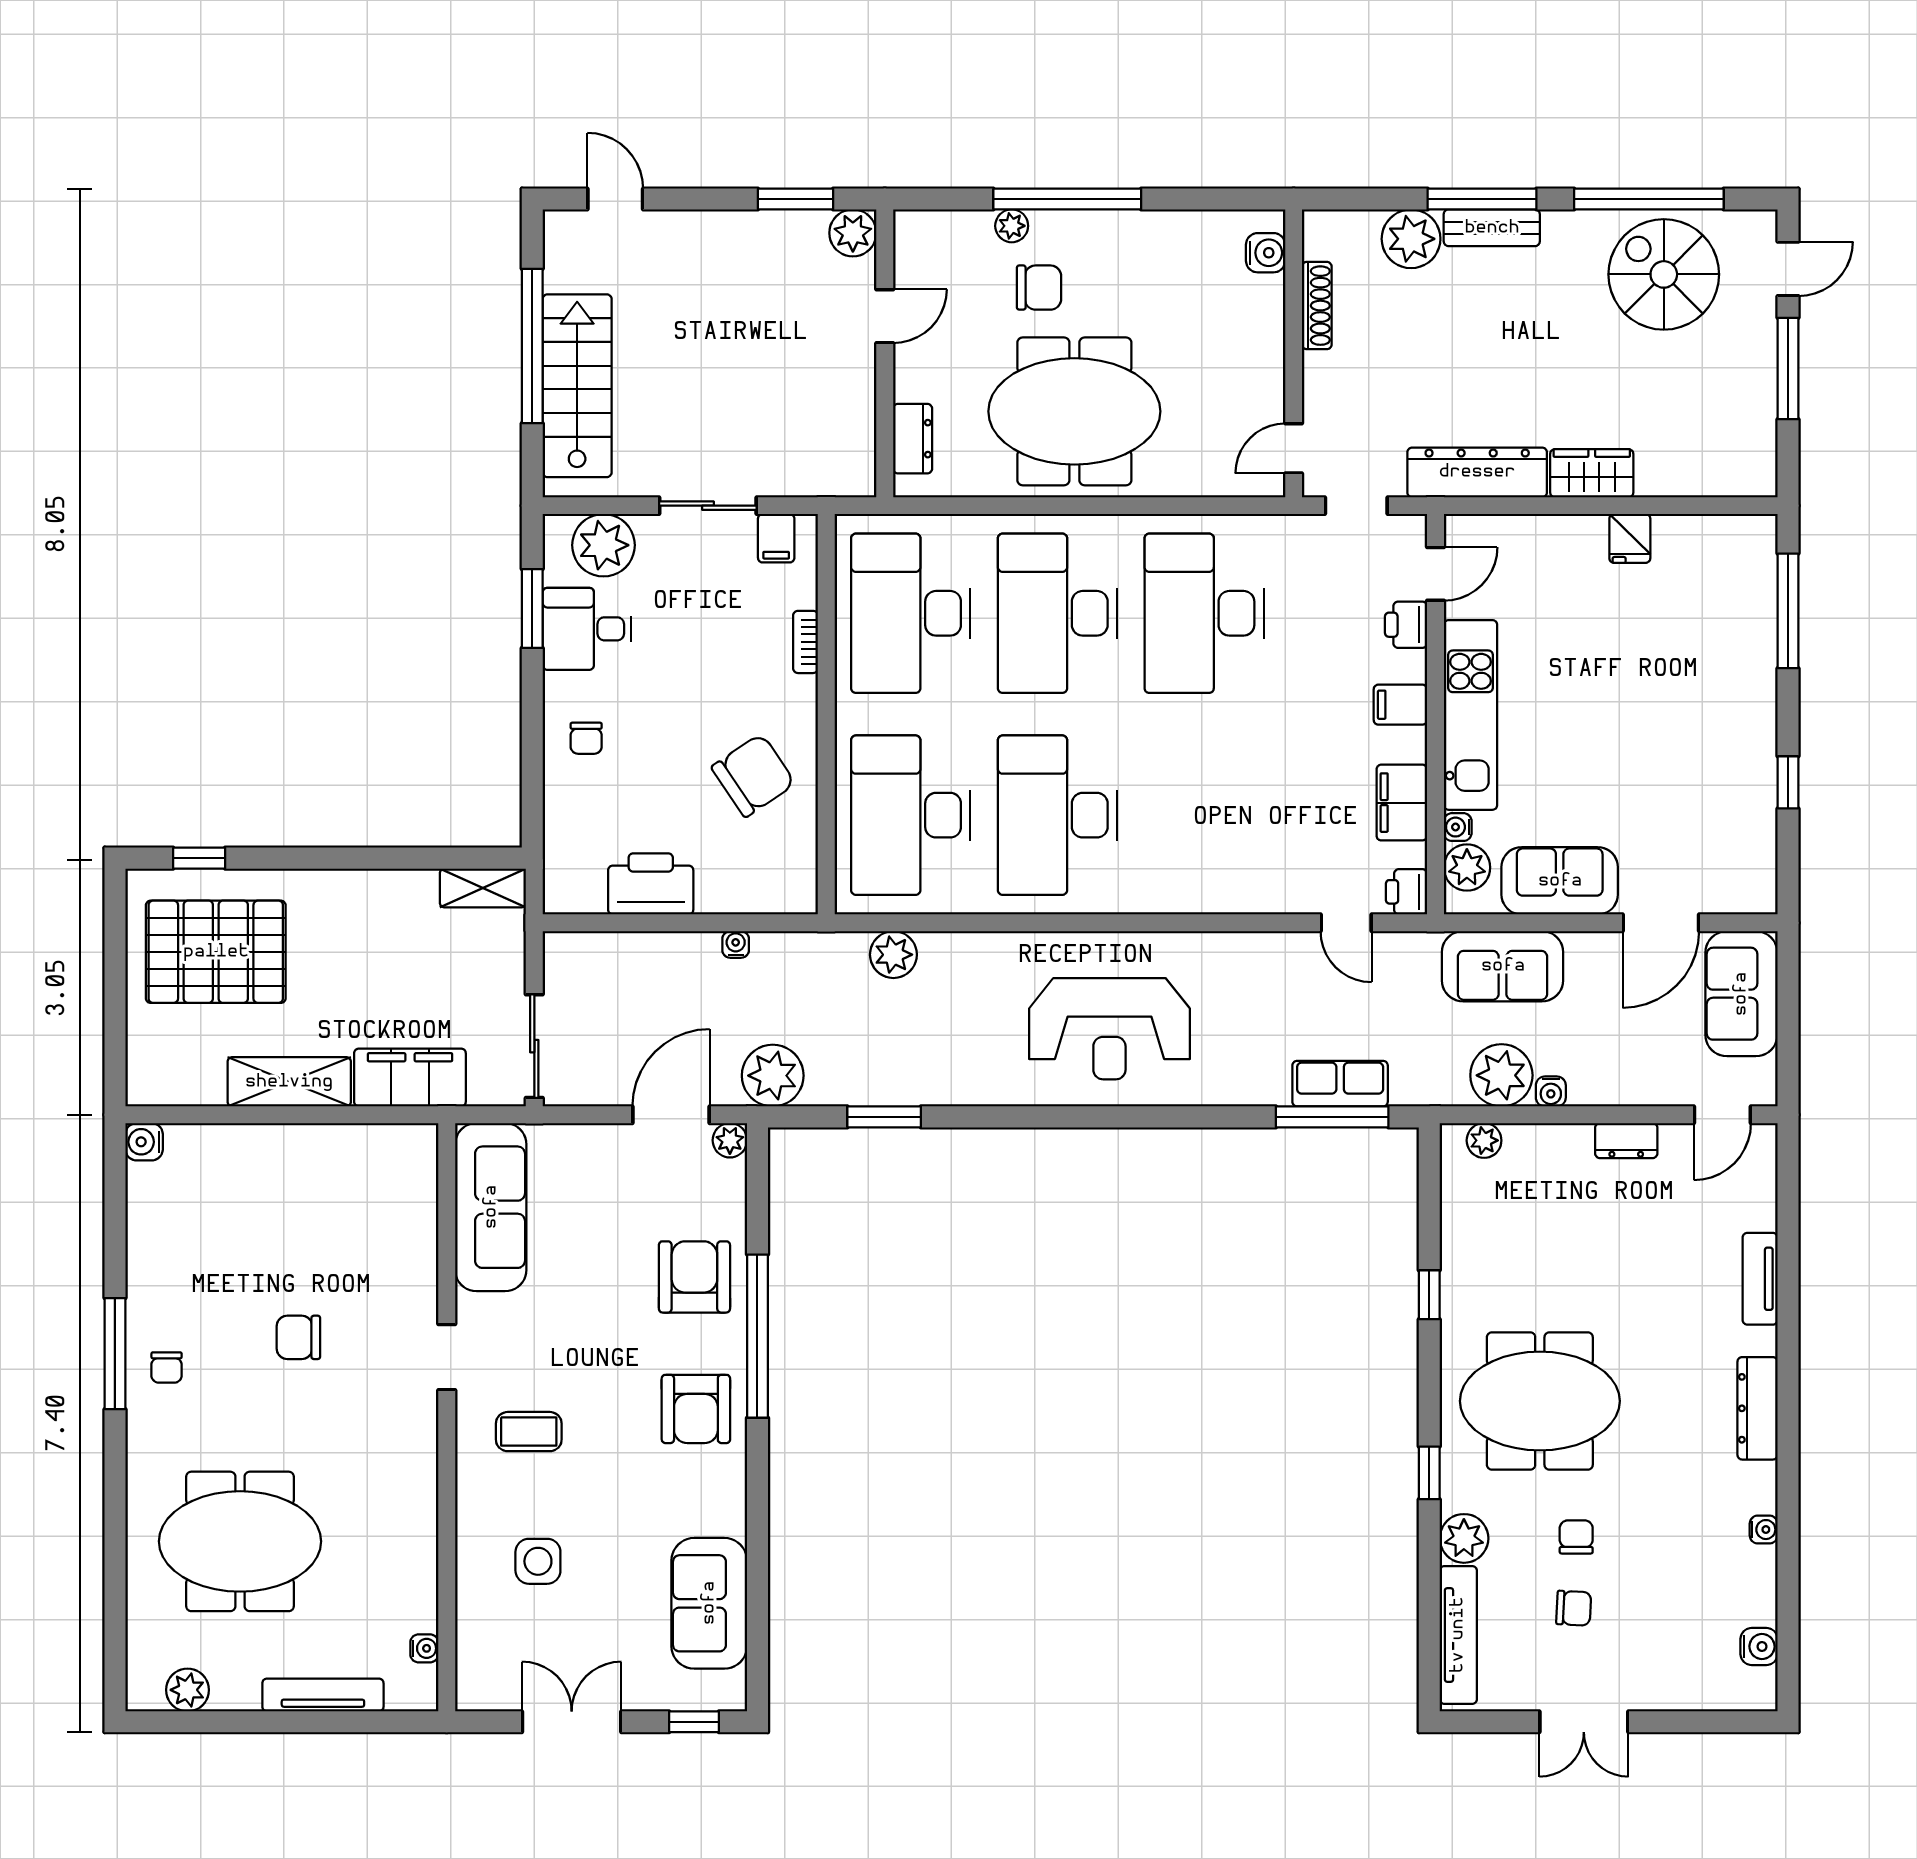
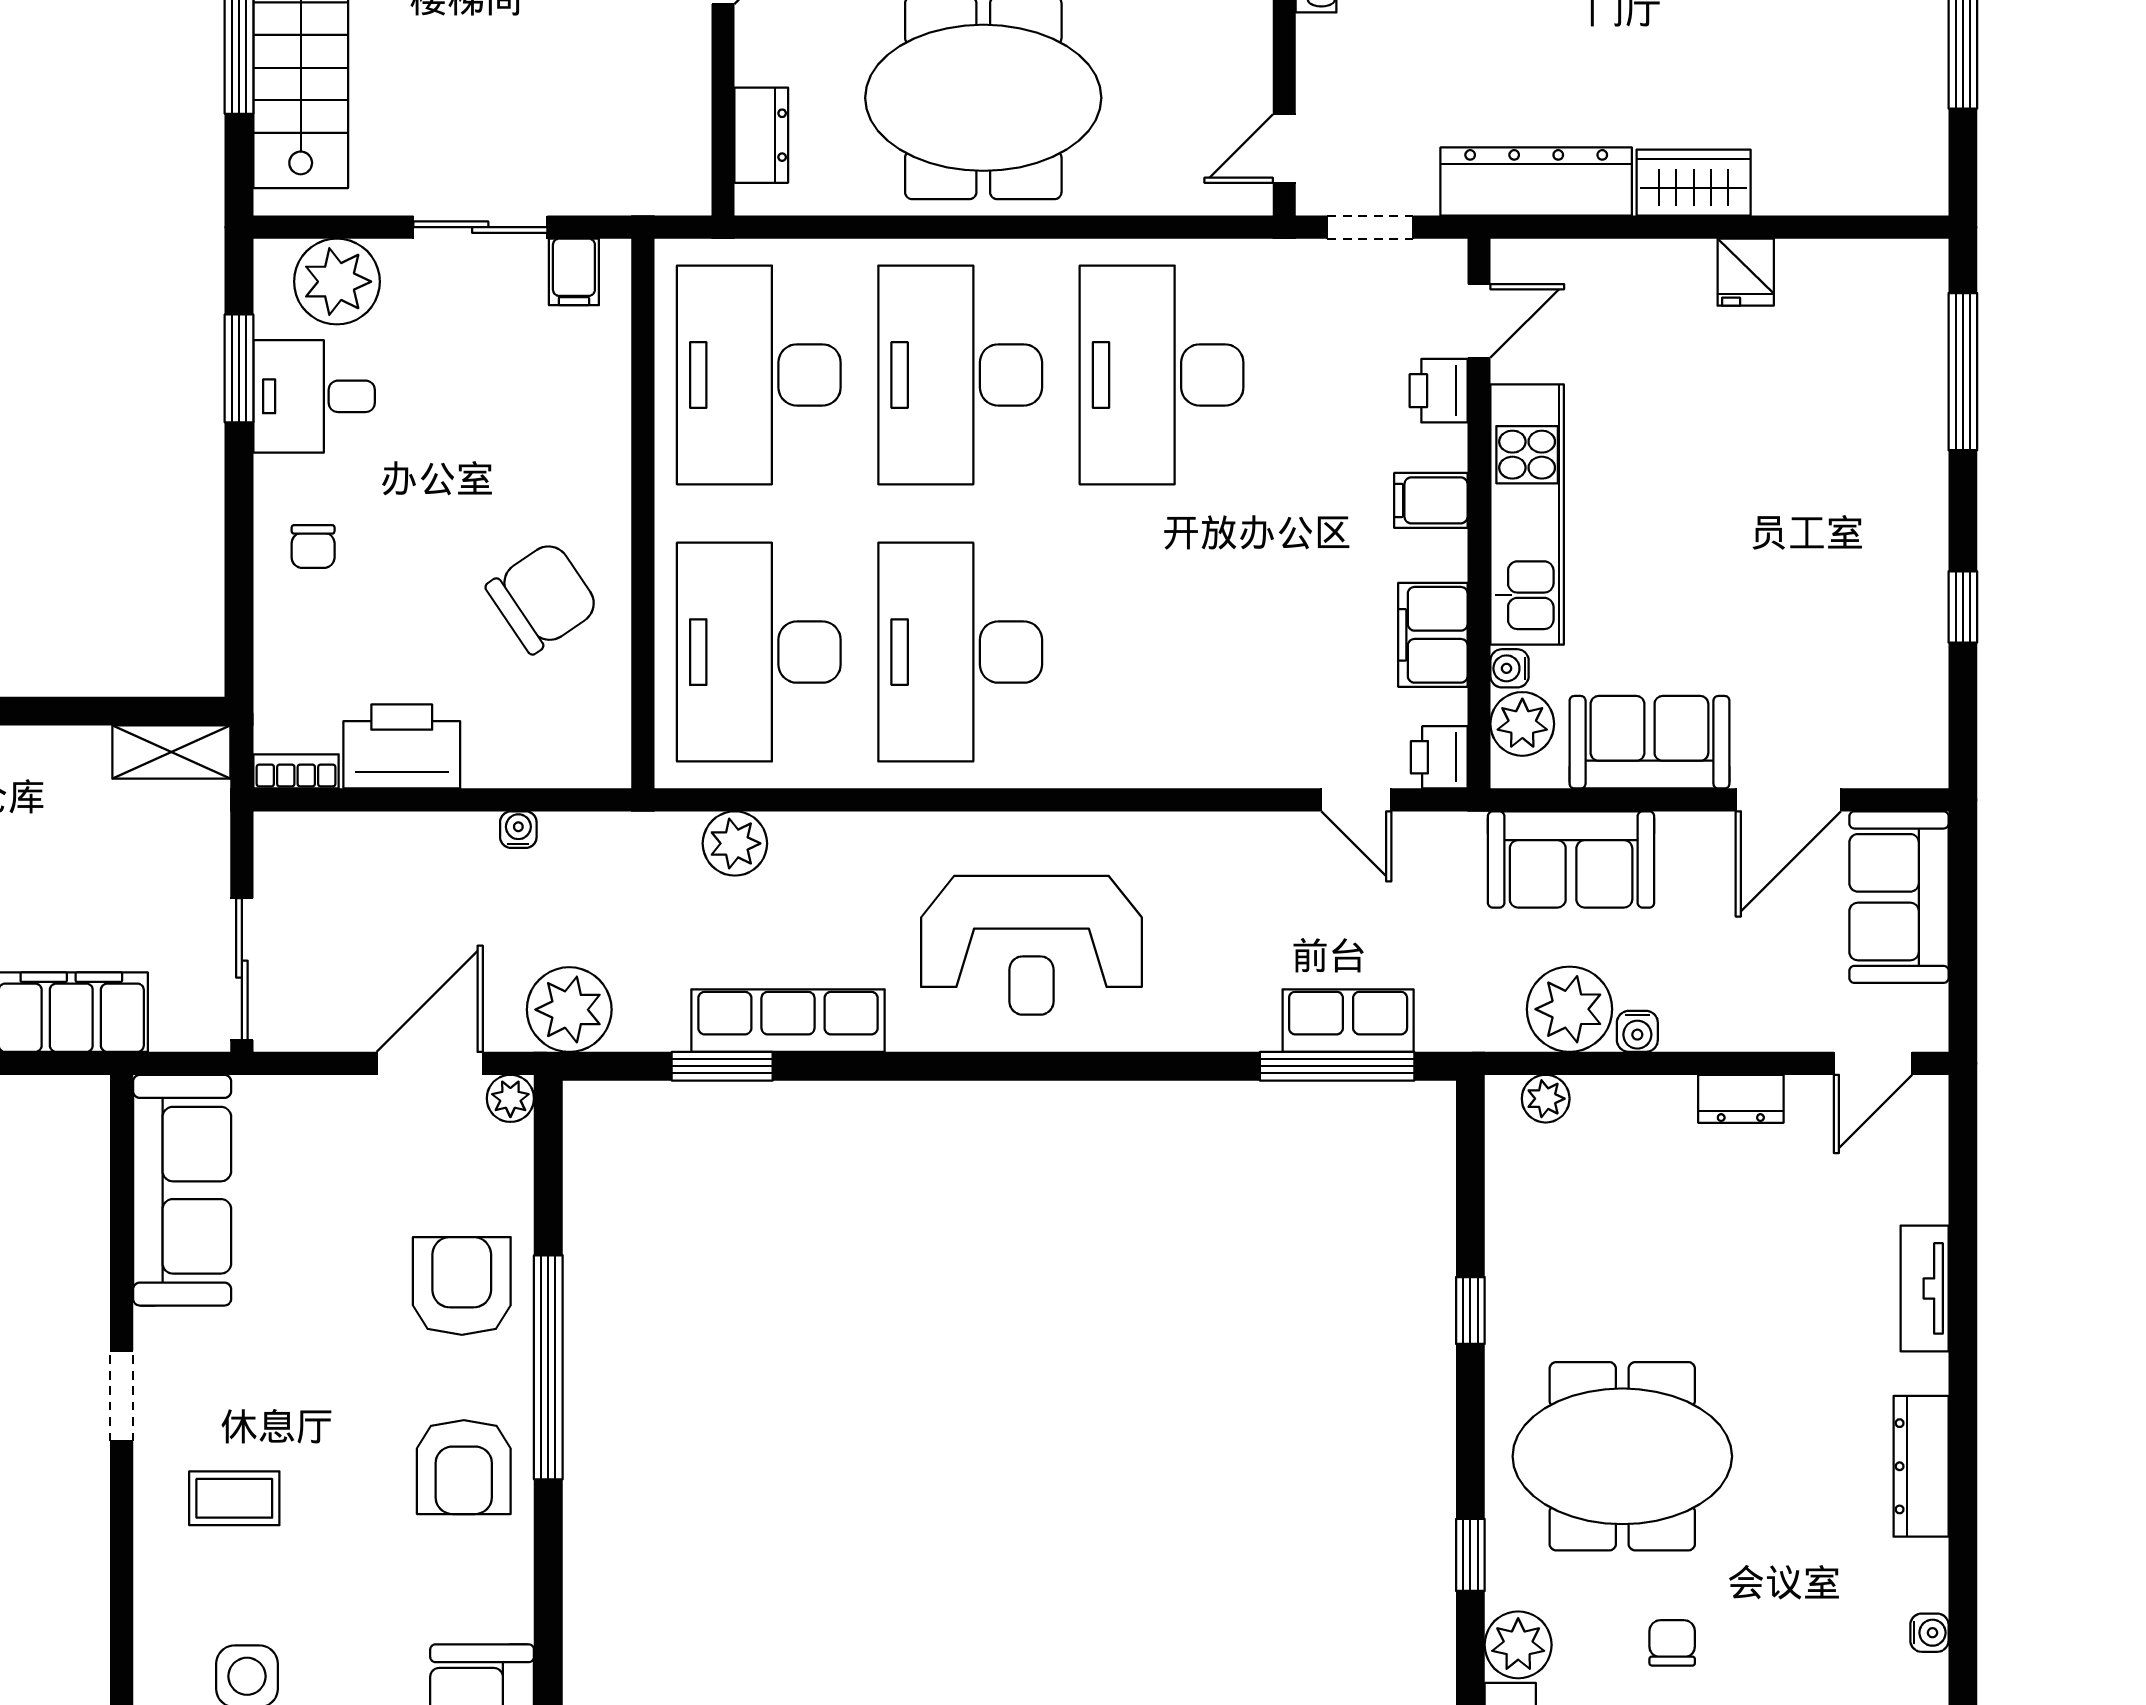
bookcase: (806, 642) -> (296, 771), moved, turned 90
row of seats: (932, 1084) -> (788, 1021), added

